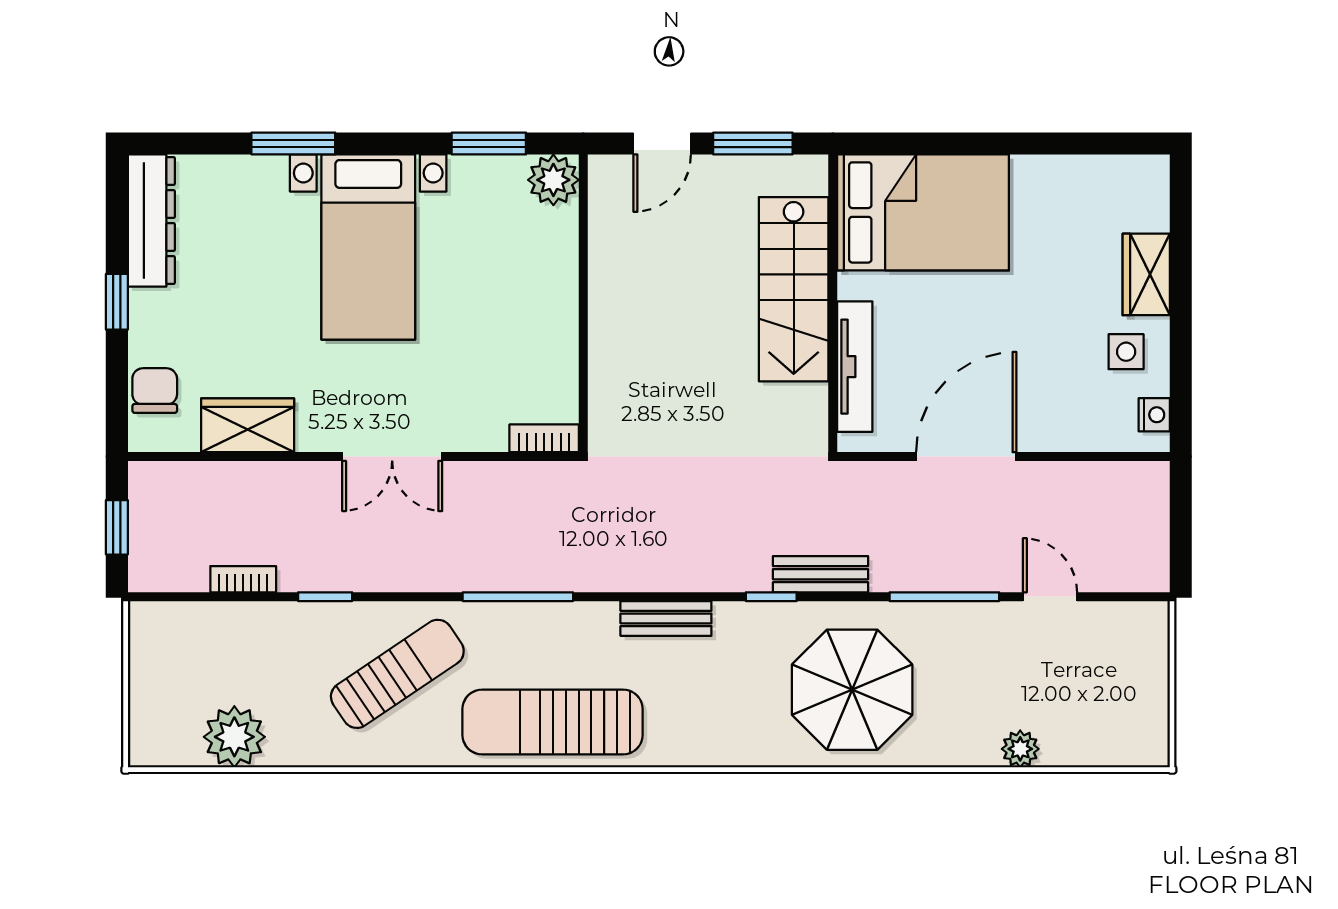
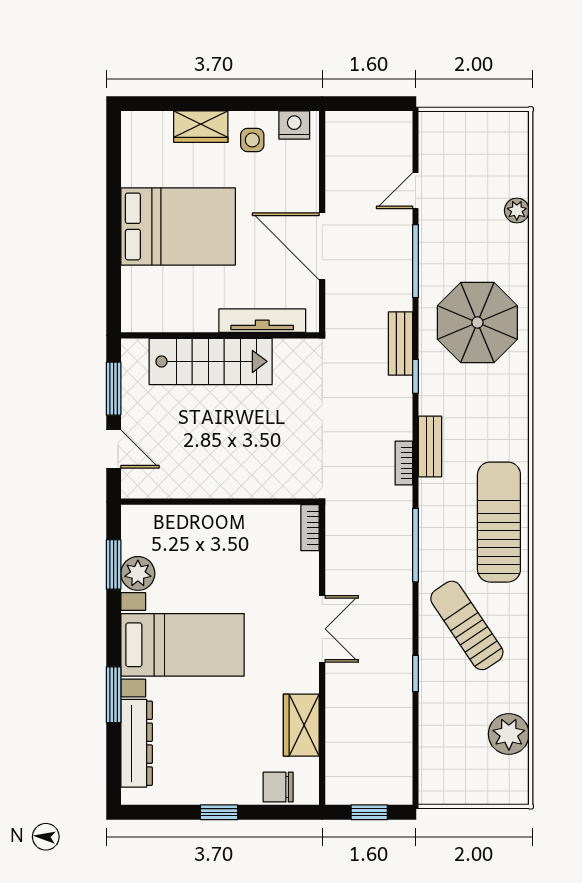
plant: (553, 180) -> (138, 573), moved
bed: (923, 212) -> (178, 226), moved, turned 90
dresser: (151, 221) -> (137, 743), moved, turned 90
nightstand: (1154, 415) -> (294, 125), width x1.39, depth x1.35
bookcase: (243, 579) -> (404, 463), moved
sun lounger: (553, 722) -> (499, 522), turned 180

